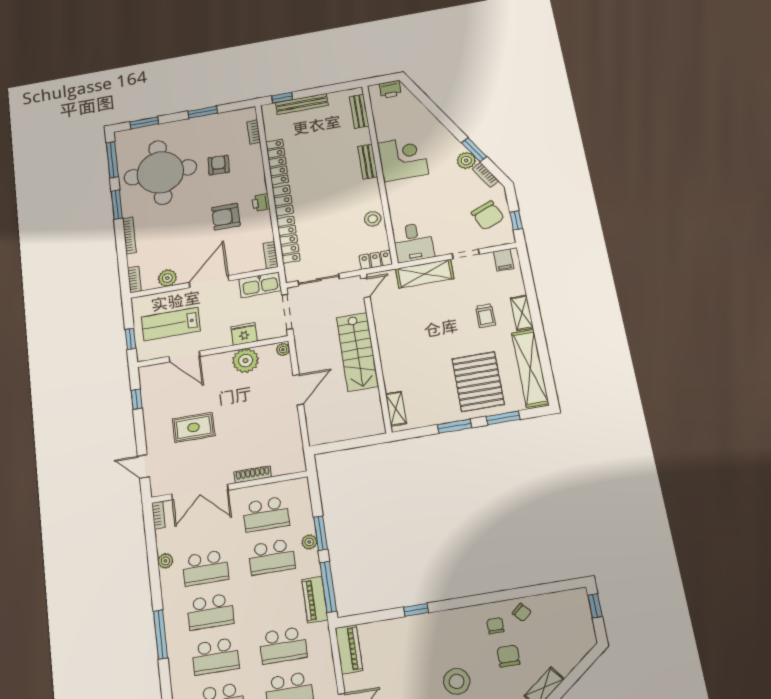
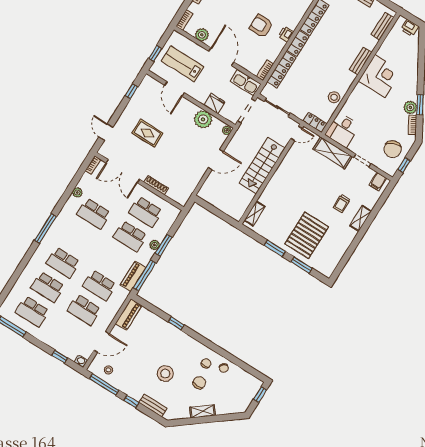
door: (209, 282) -> (221, 57), hinge flipped
shelving: (530, 368) -> (338, 251), removed
school desk: (210, 612) -> (78, 238), removed

